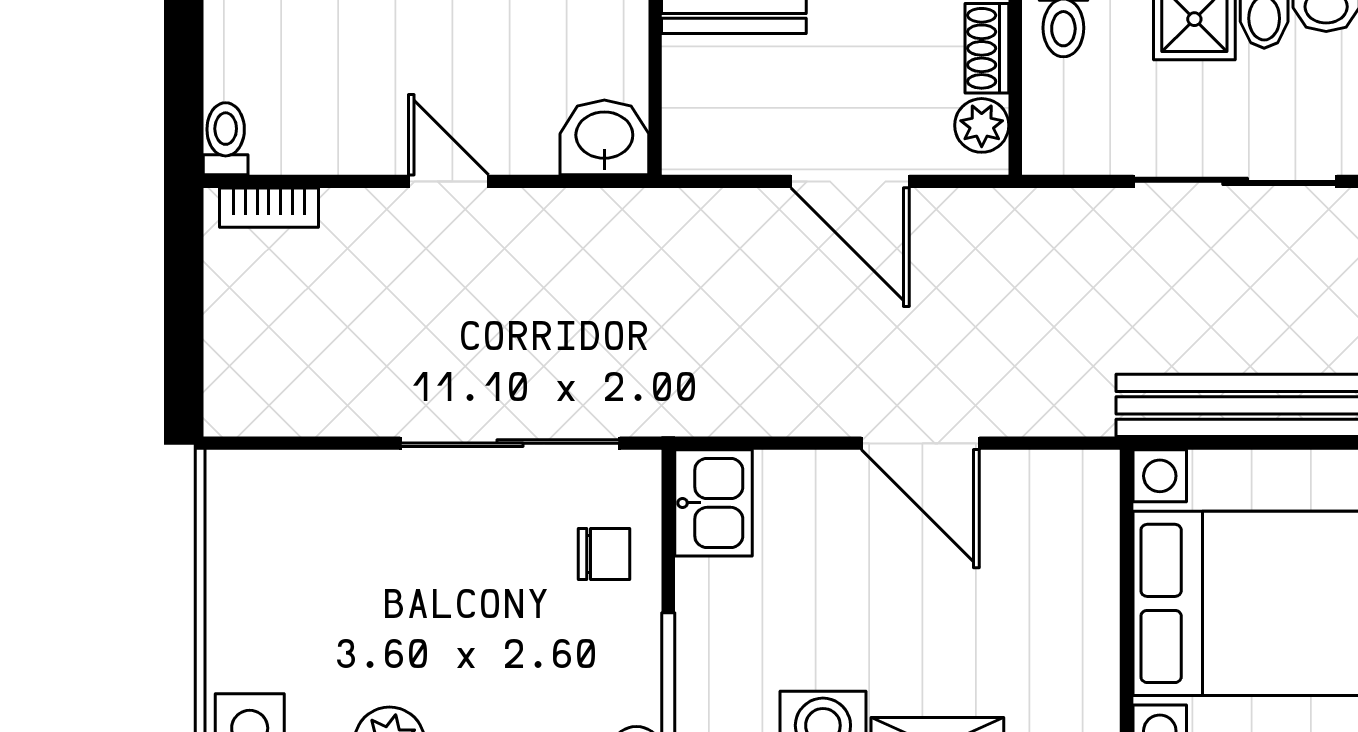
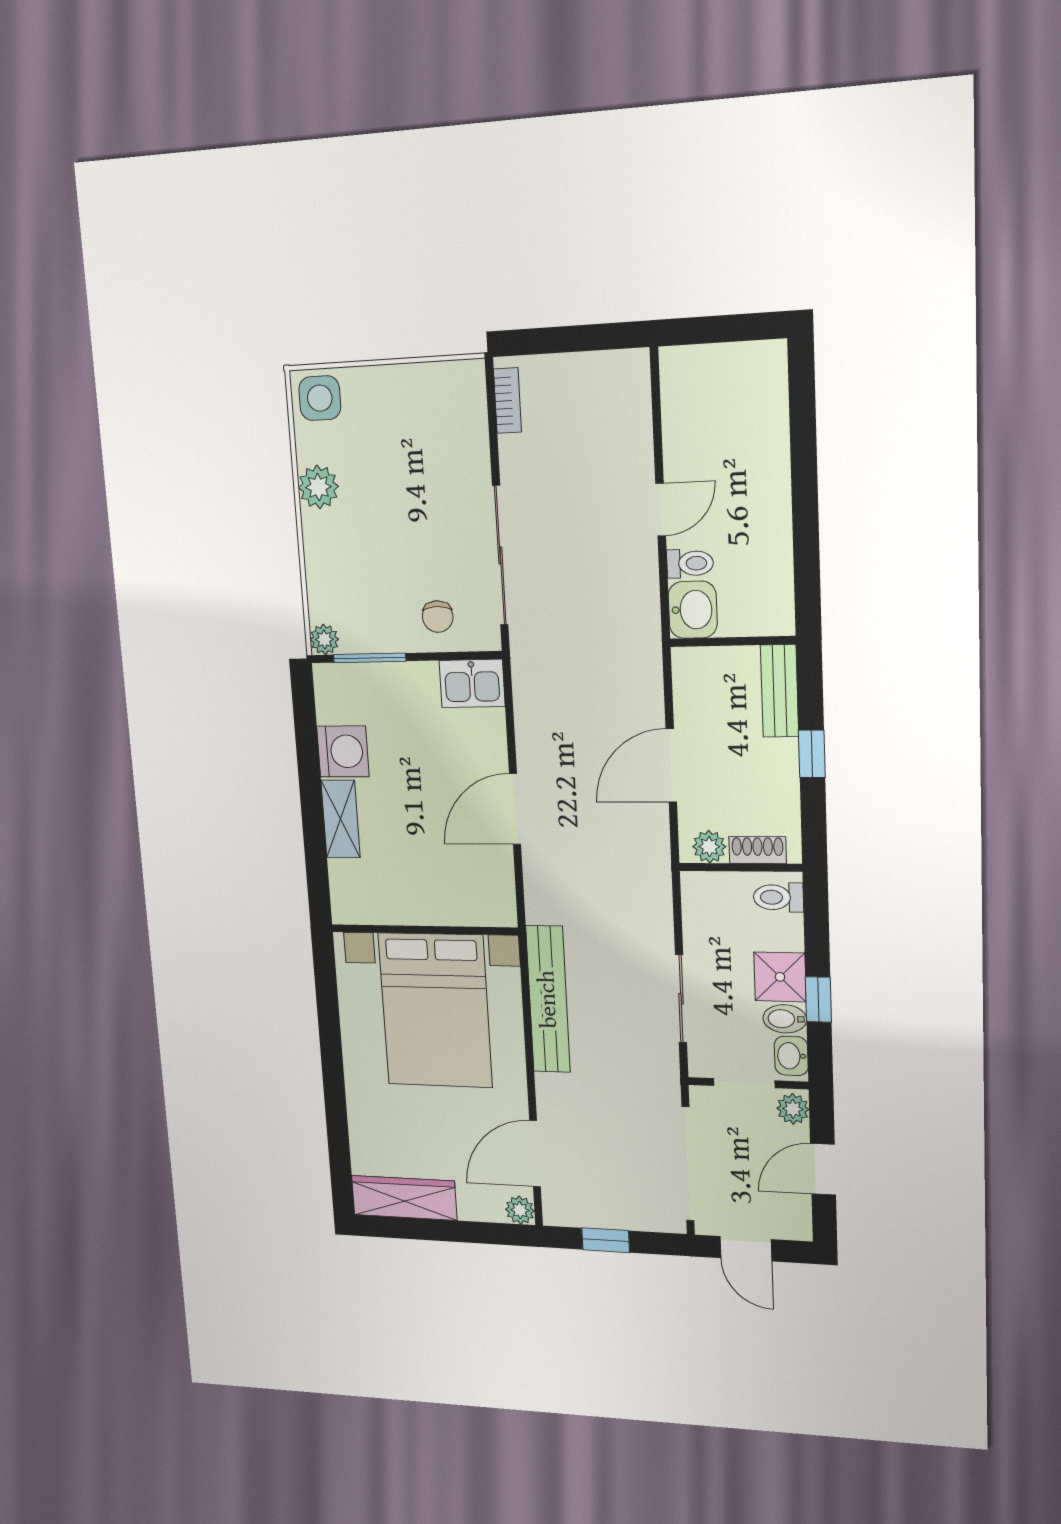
toilet: (226, 139) -> (690, 563), moved
sliding door: (1235, 181) -> (681, 999), width x0.73
bookcase: (269, 208) -> (507, 401), moved, turned 180

